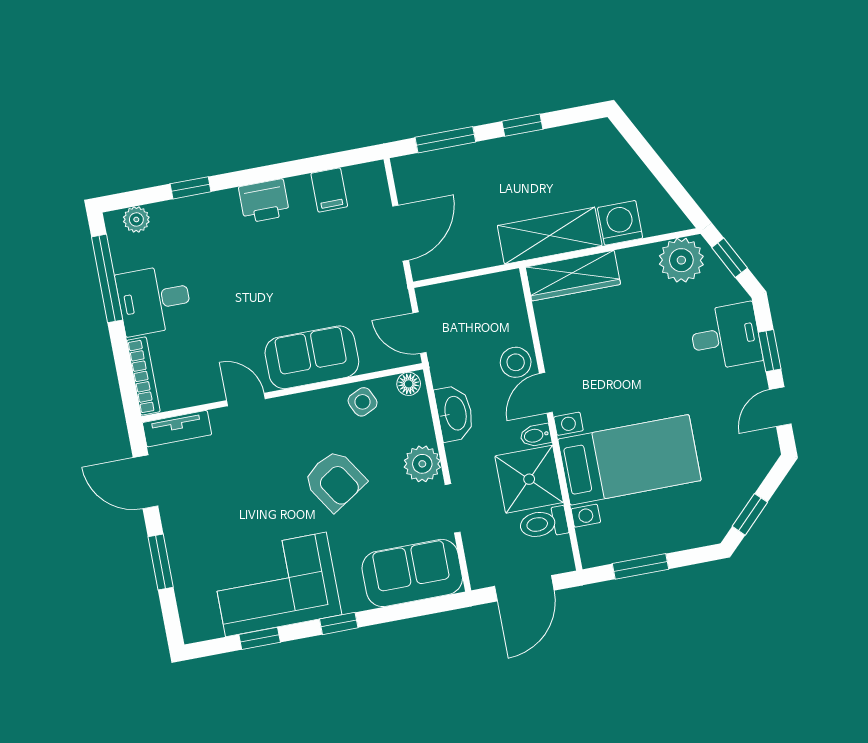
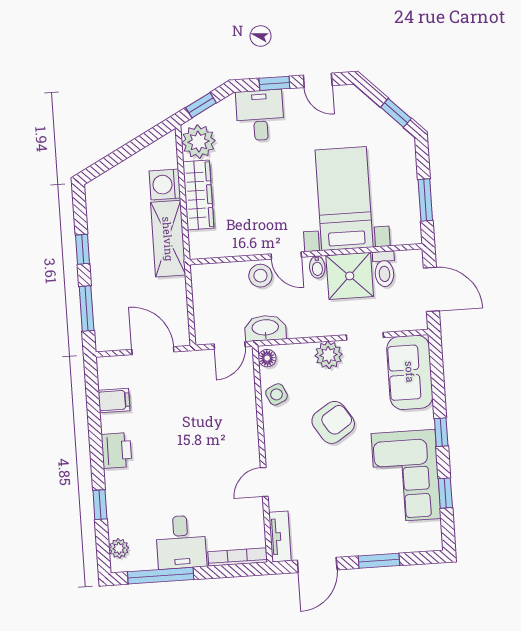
wardrobe: (573, 276) -> (198, 195), moved
sofa: (312, 357) -> (238, 429), removed
washbasin: (455, 413) -> (265, 328), moved

